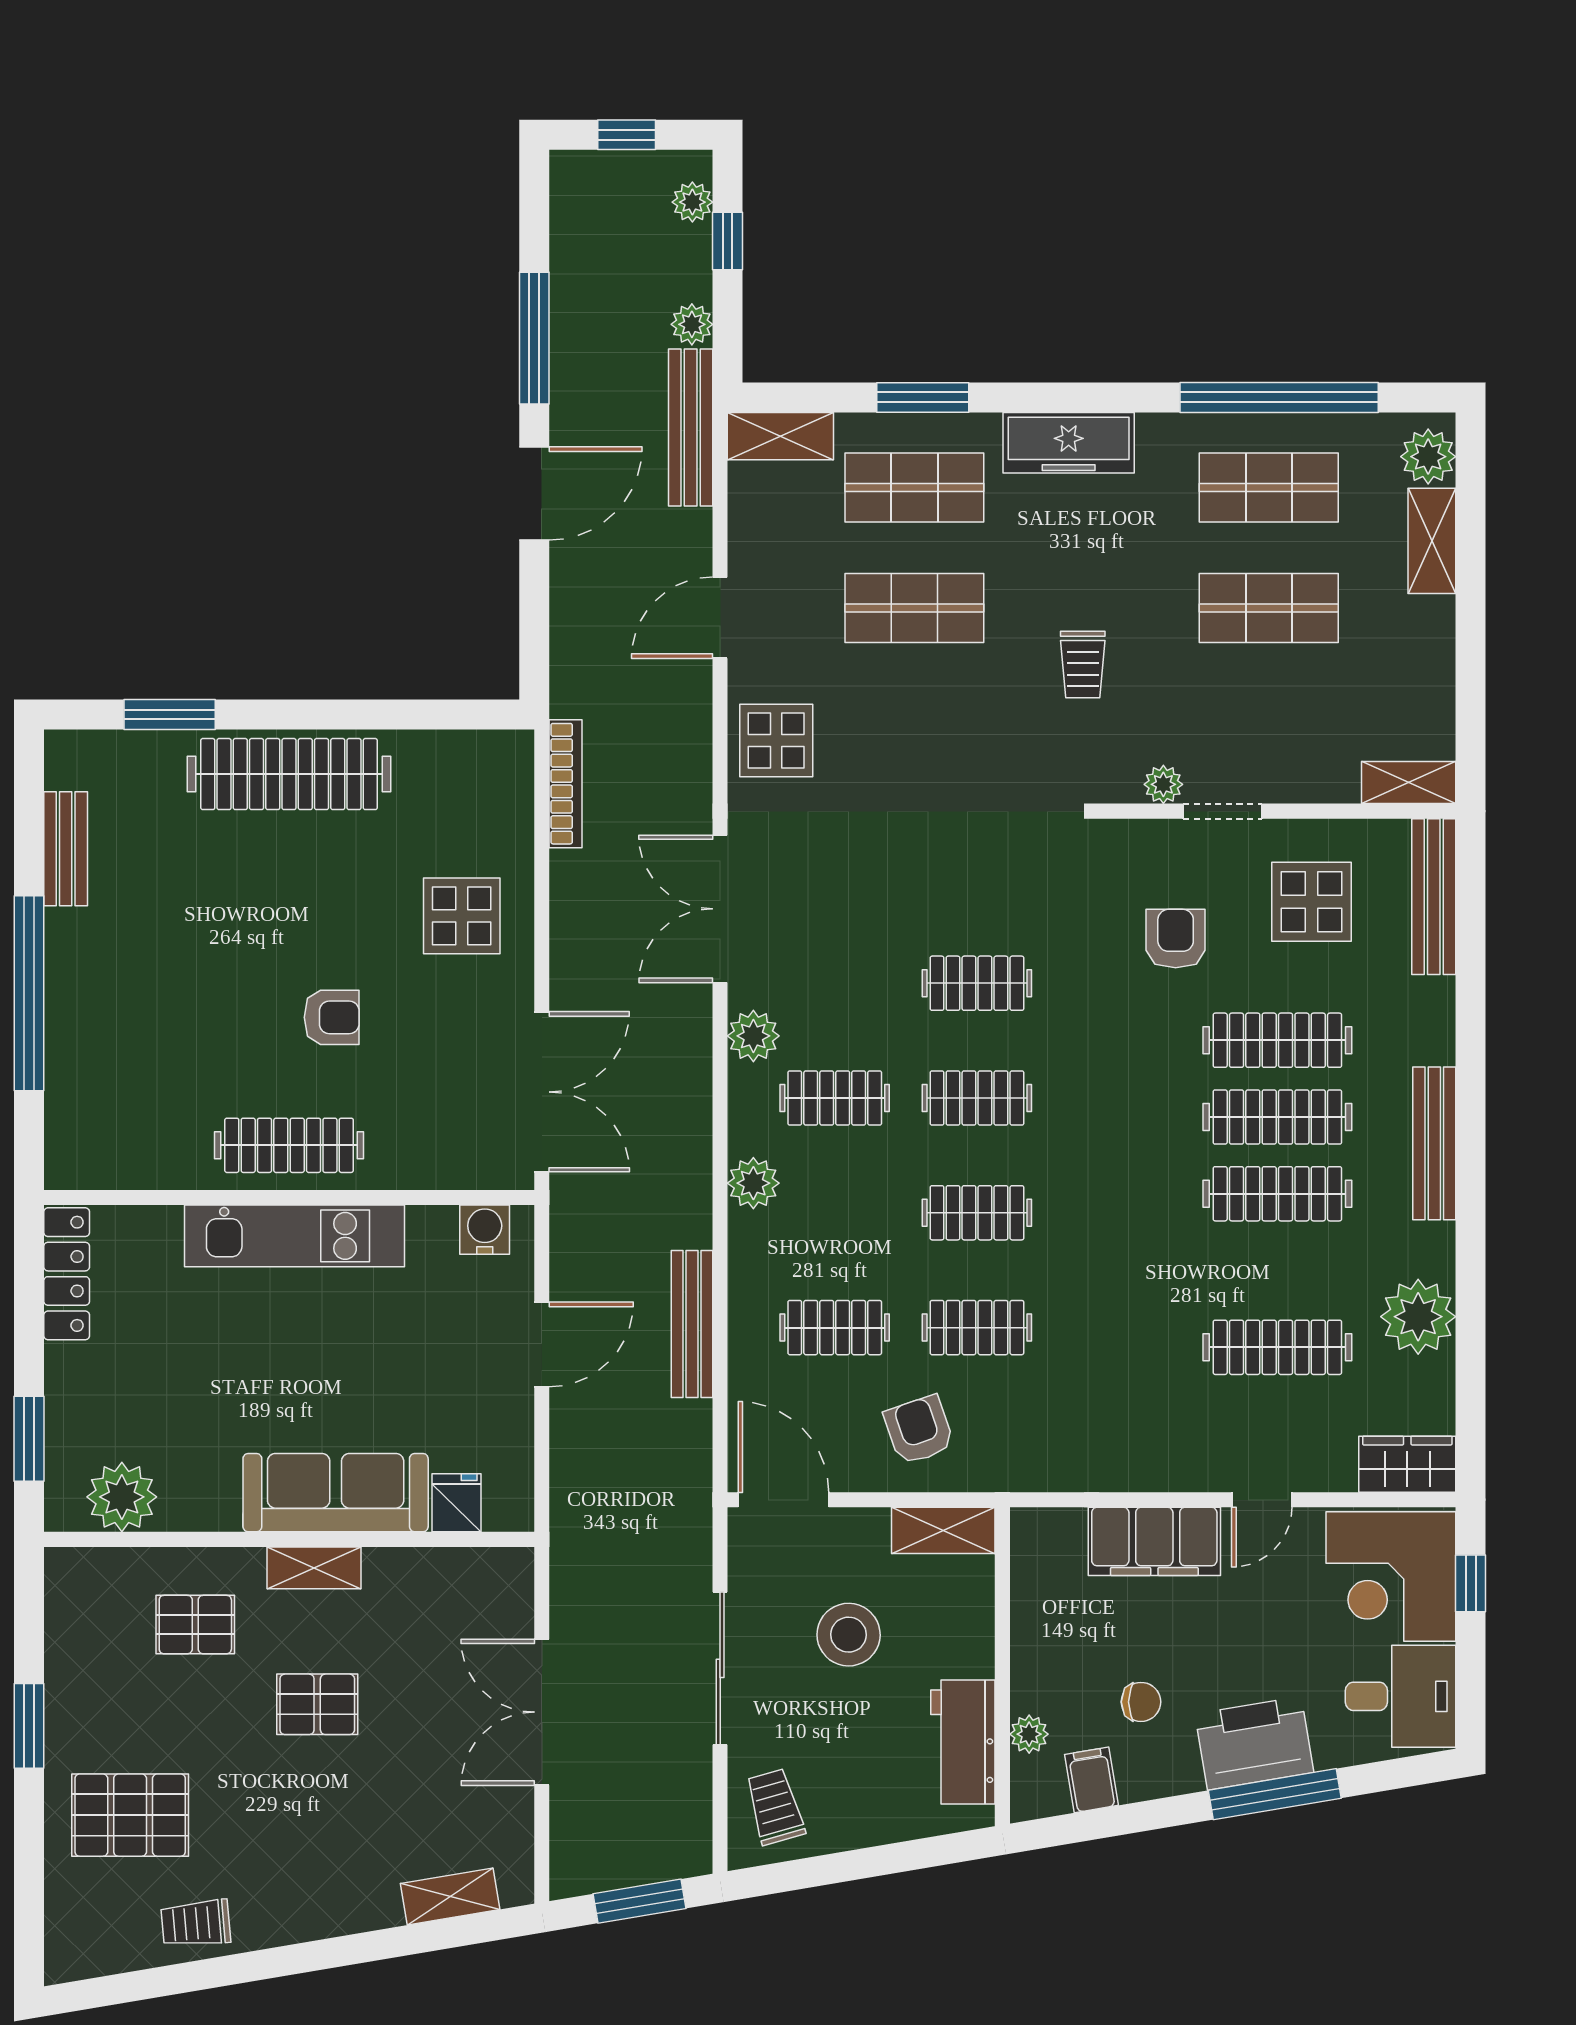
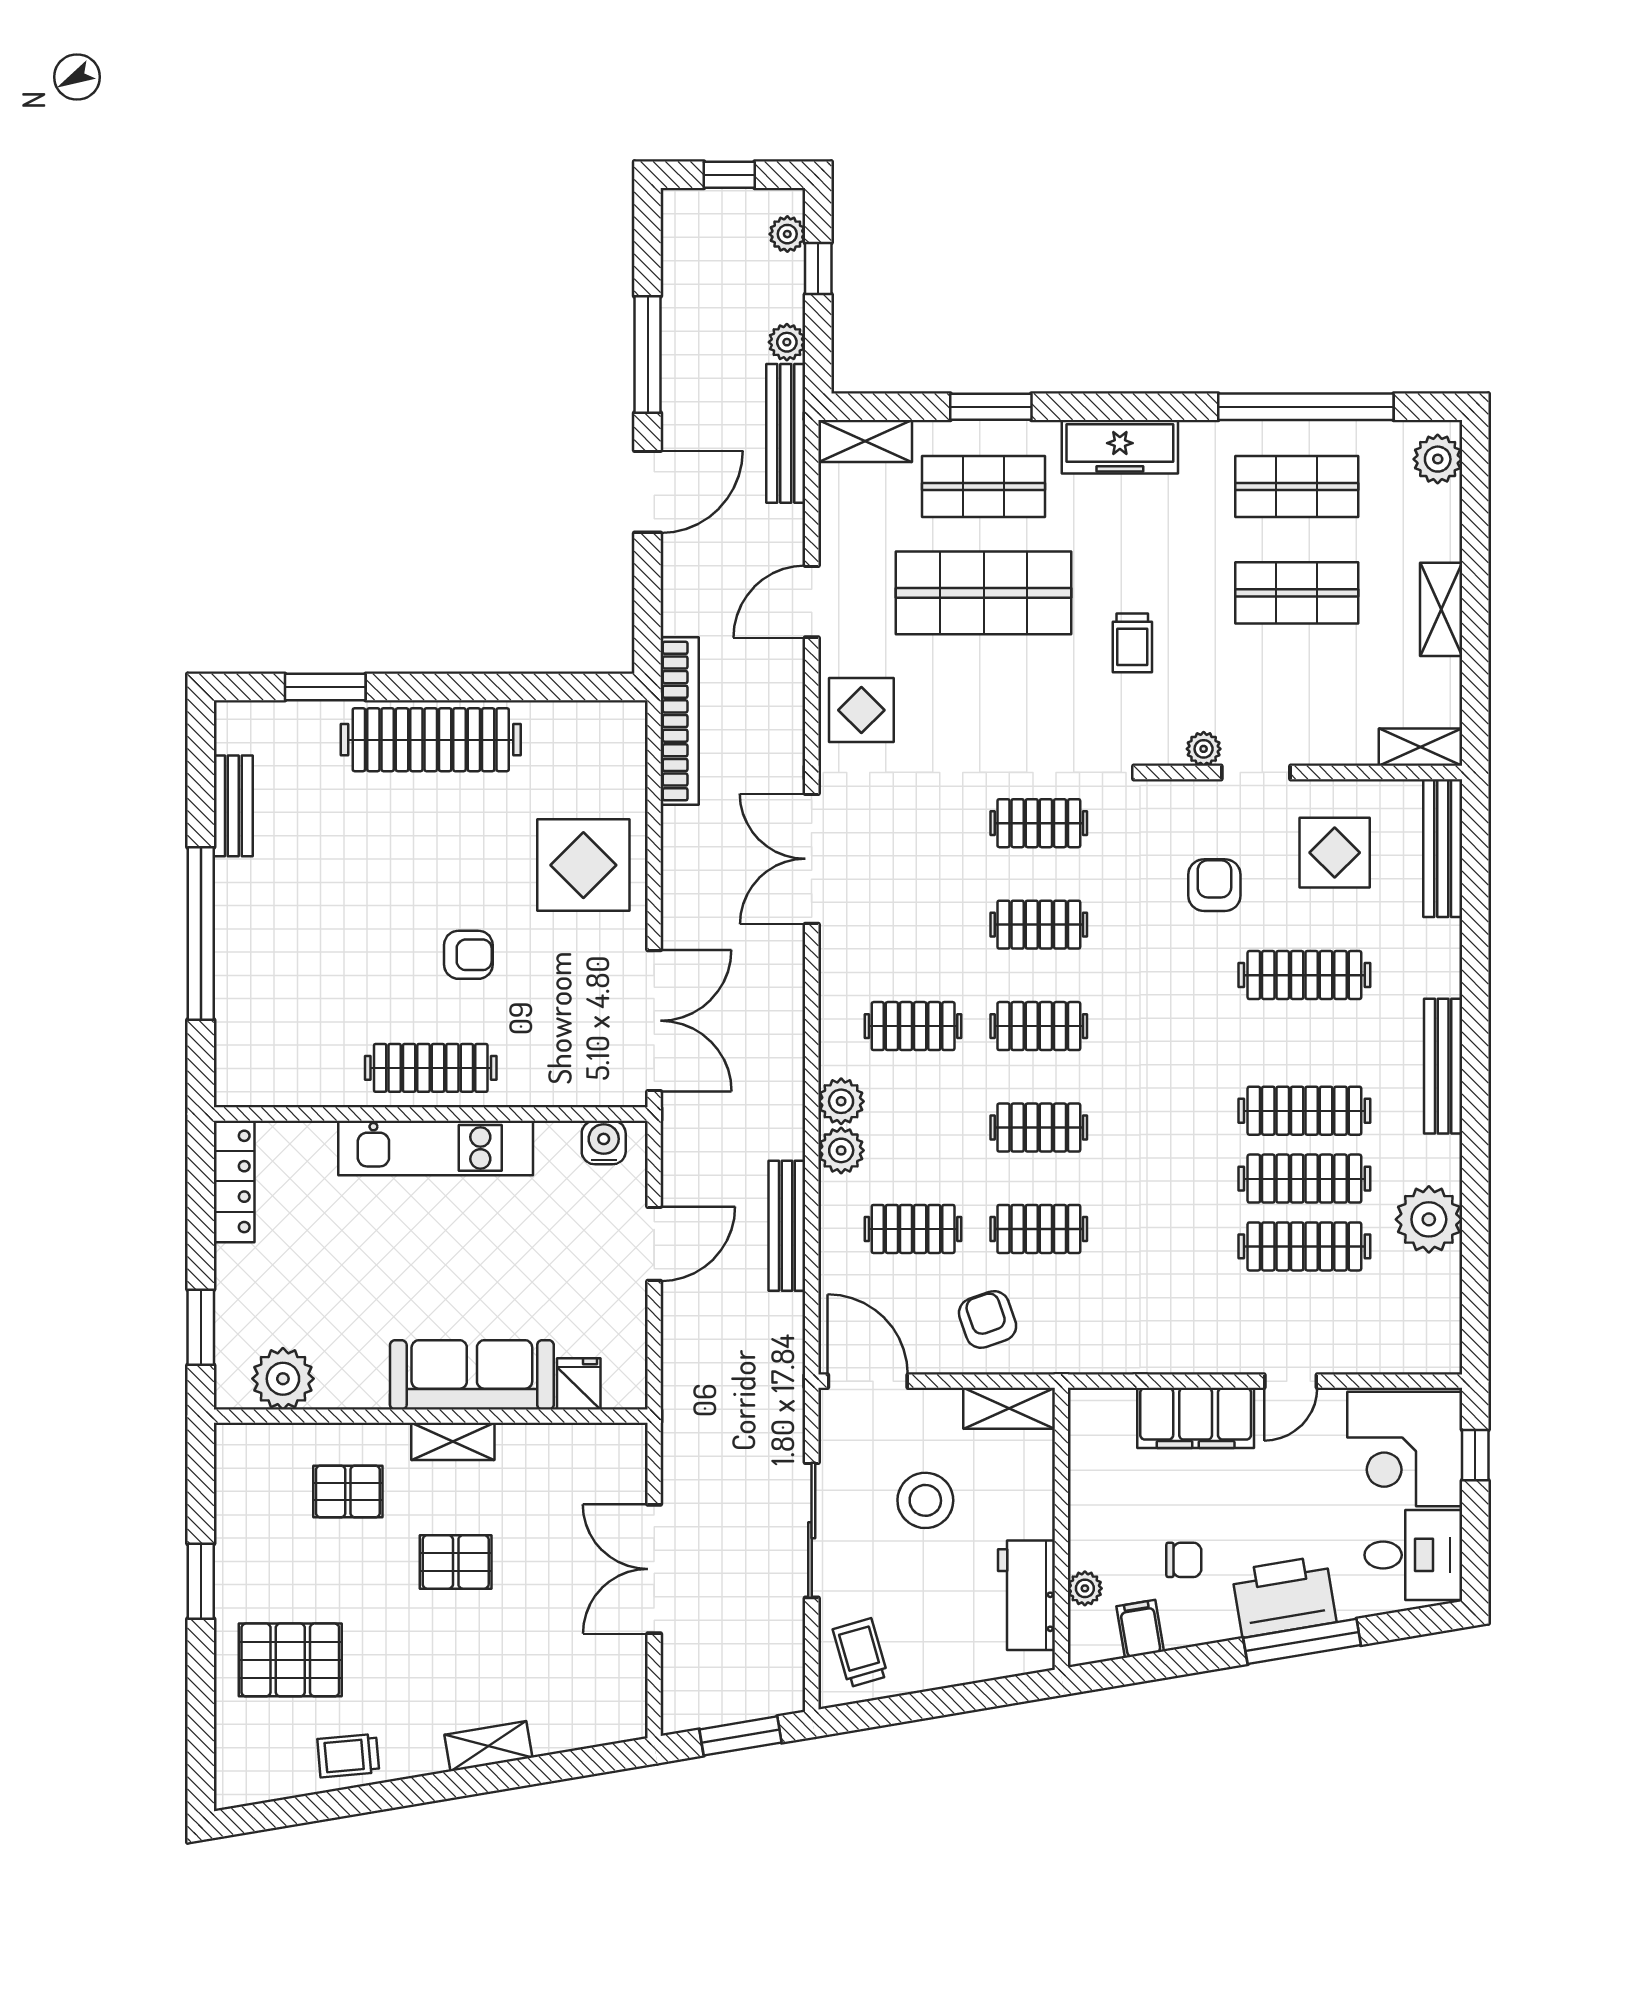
shelving: (1432, 541) -> (1441, 609), moved
shop shelf: (914, 608) -> (984, 593), width x1.43, depth x1.36
bookcase: (566, 784) -> (680, 721), width x1.48, depth x1.31
clothes rail: (977, 868) -> (1039, 823), added
display table: (462, 916) -> (583, 865), width x1.36, depth x1.36
plant: (753, 1036) -> (841, 1150), moved
clothes rail: (1277, 1117) -> (1304, 1179), moved
wardrobe: (1407, 1464) -> (1419, 1350), removed
shelving: (450, 1897) -> (488, 1746), moved

